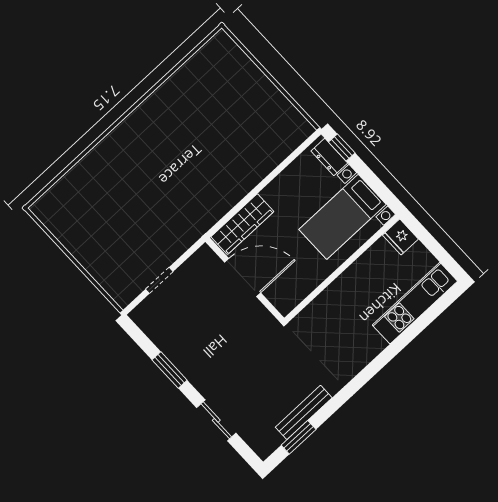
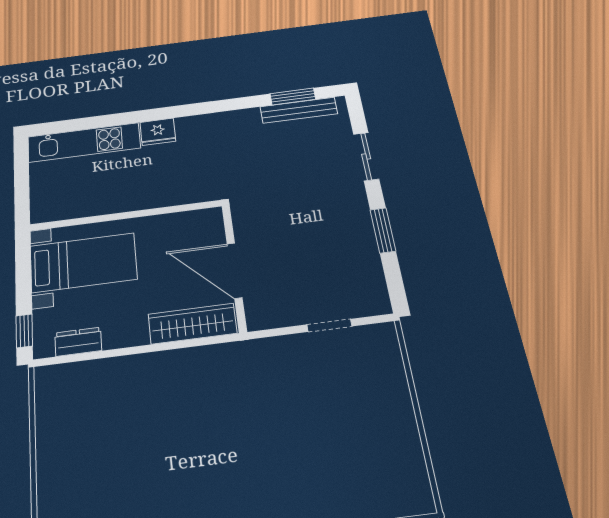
dresser: (329, 157) -> (78, 342), moved, turned -90
fridge: (400, 237) -> (158, 132), moved, turned 90
bench: (304, 412) -> (299, 110), moved

